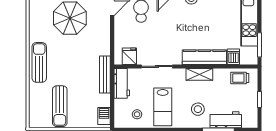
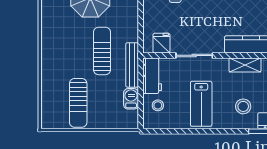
sun lounger: (39, 62) -> (102, 51), moved
stool: (137, 114) -> (158, 105), moved
barbecue: (104, 116) -> (131, 99), moved

